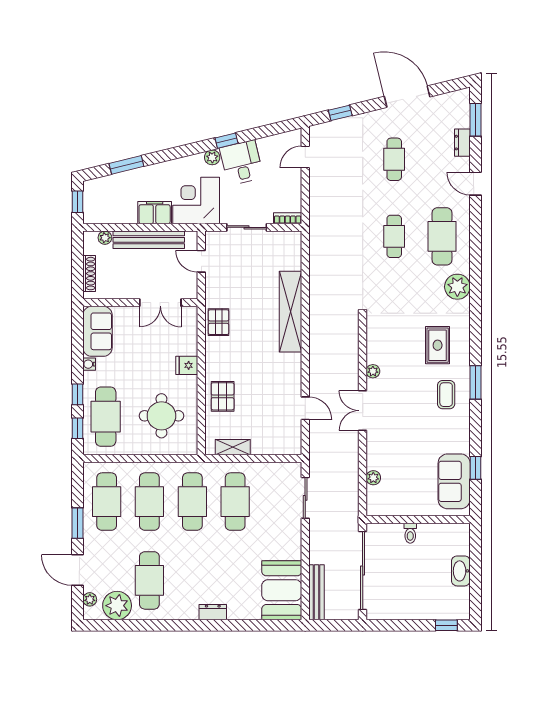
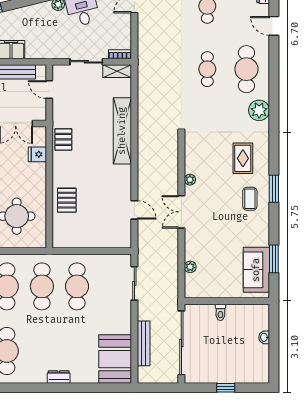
corner desk: (196, 201) -> (45, 40), removed
fridge: (187, 365) -> (37, 154), moved
shelving: (233, 447) -> (117, 71), moved
window: (475, 468) -> (274, 259), width x1.50
washbasin: (461, 571) -> (264, 337), width x0.52, depth x0.69
bench: (316, 592) -> (144, 343), moved
window: (446, 625) -> (226, 388), moved

